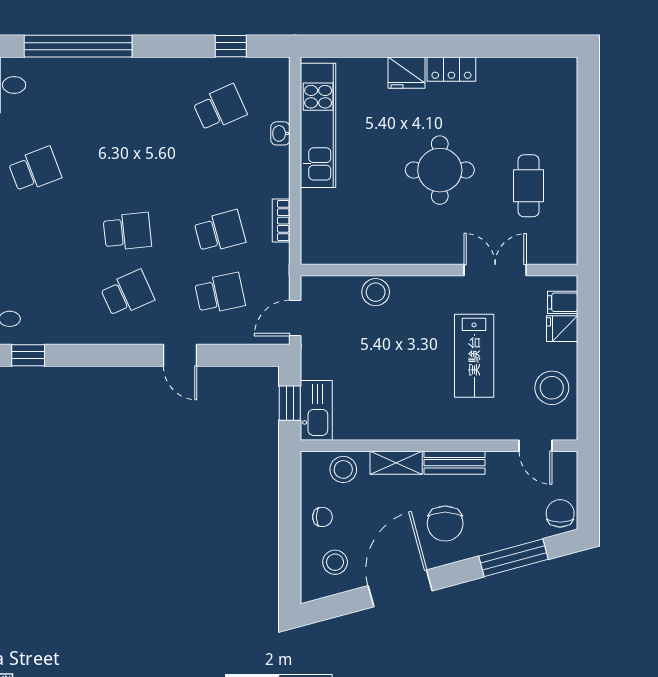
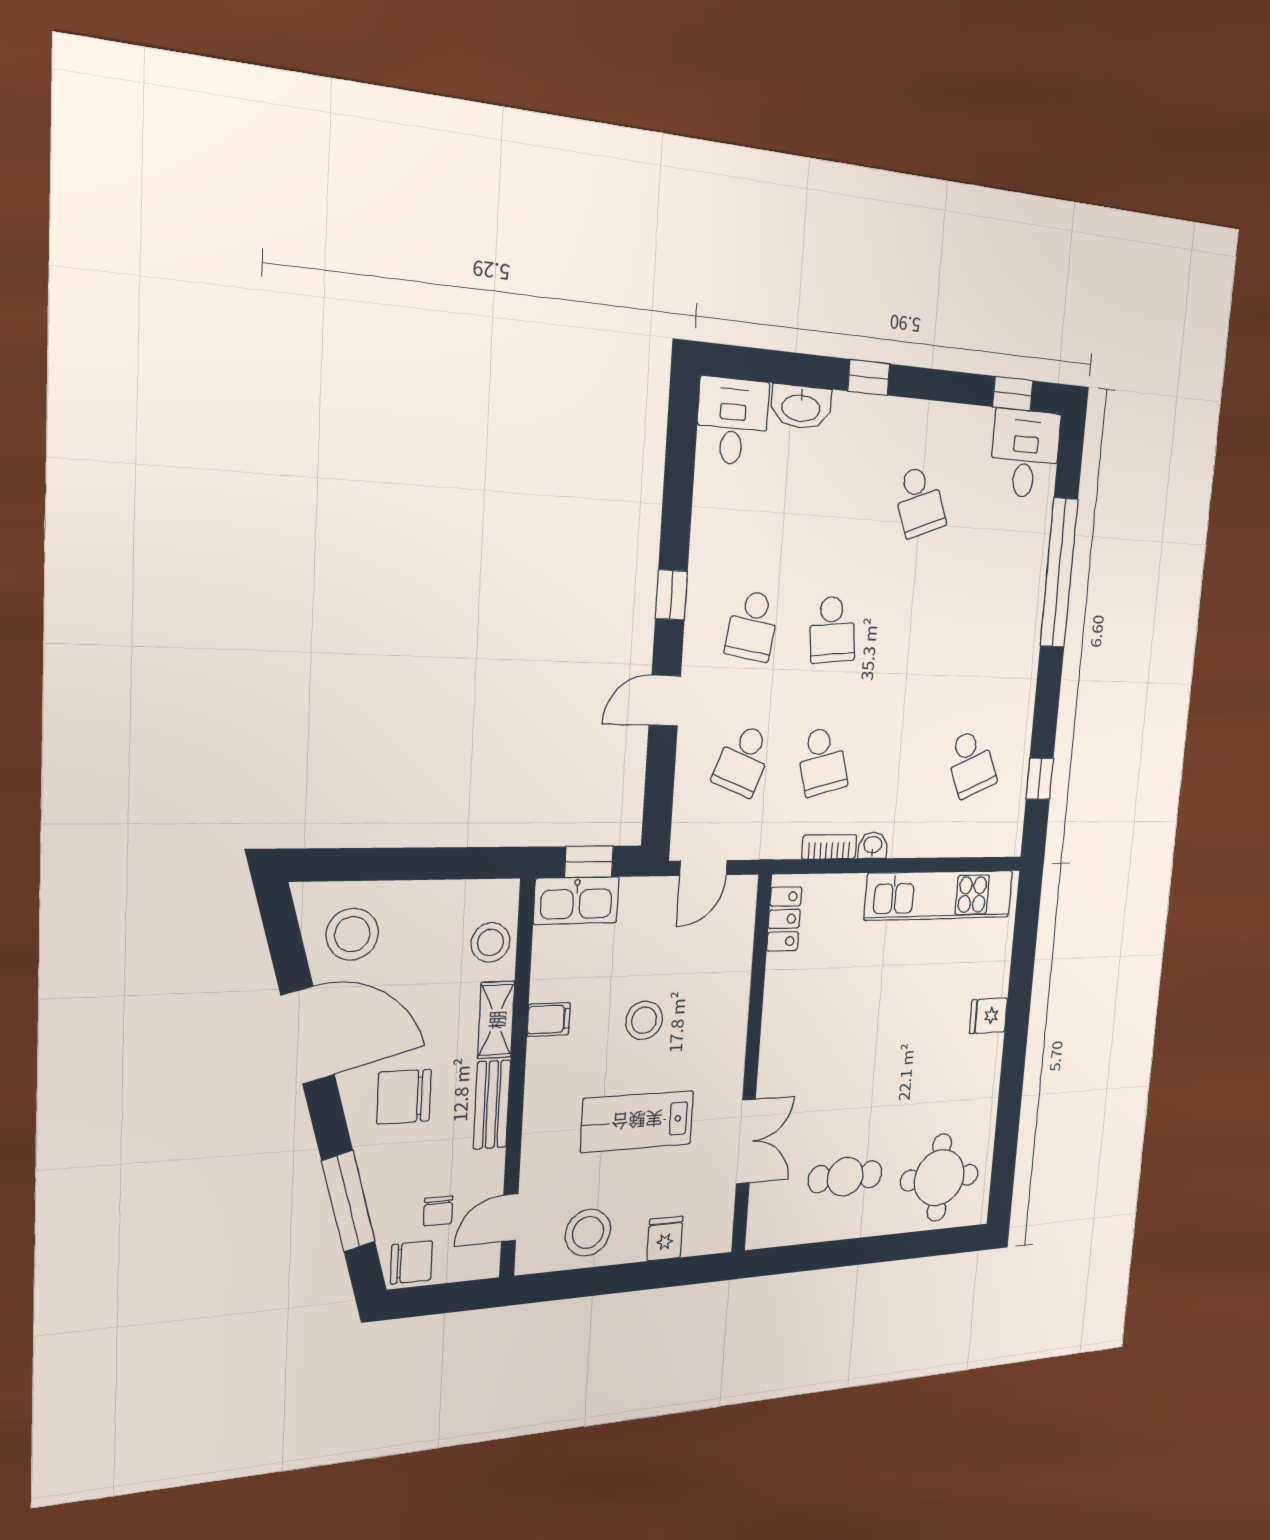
locker: (451, 69) -> (784, 919), moved, turned 180
fridge: (407, 73) -> (988, 1016), width x0.72
washbasin: (280, 133) -> (873, 845), moved
round table: (440, 170) -> (939, 1178), moved
stool: (376, 292) -> (644, 1020), moved
school desk: (127, 293) -> (753, 626), turned 33
school desk: (220, 293) -> (743, 760), turned 33
filing cabinet: (563, 302) -> (549, 1019), moved, turned 90
door: (295, 318) -> (704, 868), swing flipped
window: (28, 355) -> (671, 595), moved
chair: (322, 517) -> (438, 1211), moved
stool: (335, 562) -> (352, 934), width x1.38, depth x1.38

